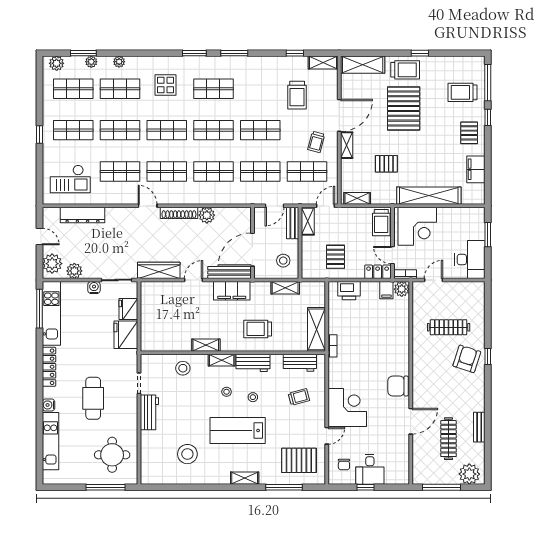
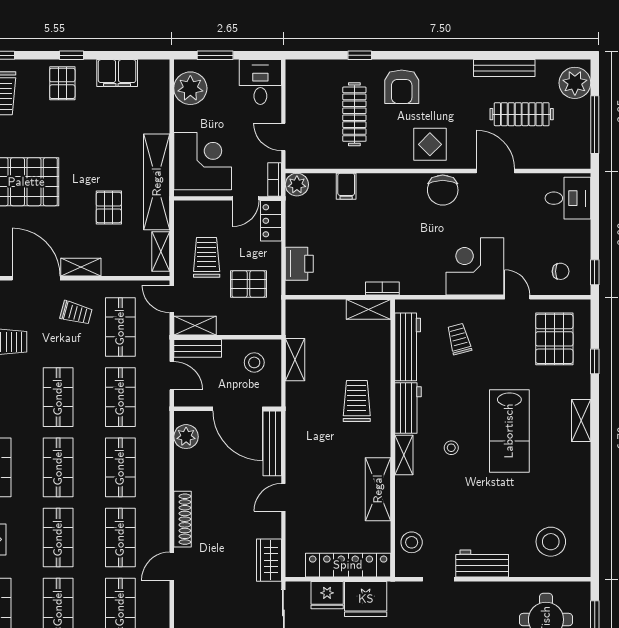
window: (488, 117) -> (72, 55), moved
pallet: (469, 133) -> (62, 83), turned 90
shelving: (429, 196) -> (157, 182), moved
plant: (207, 215) -> (186, 437), moved
plant: (466, 218) -> (190, 88), added
trolley: (381, 223) -> (207, 257), moved, turned -90
desk: (470, 259) -> (260, 82), width x0.73
wardrobe: (159, 270) -> (269, 560), width x0.67
door: (193, 280) -> (283, 497), hinge flipped
filing cabinet: (386, 290) -> (346, 186), moved, turned 90
filing cabinet: (232, 291) -> (300, 440), removed
locker: (148, 323) -> (348, 565), added
trolley: (258, 329) -> (357, 401), turned 180
shelving: (316, 329) -> (369, 309), width x0.67, depth x0.75
shelving: (206, 345) -> (378, 489), width x1.50, depth x1.33
window: (488, 356) -> (360, 55), moved
armchair: (467, 359) -> (402, 87), turned -108
workbench: (300, 363) -> (408, 347), width x1.38
stool: (183, 368) -> (412, 542), moved
display table: (429, 378) -> (430, 144), added
stool: (253, 397) -> (459, 408), removed
bench: (479, 427) -> (504, 68), width x1.36
stool: (187, 454) -> (551, 542), moved
desk: (370, 469) -> (568, 198), moved
window: (284, 487) -> (595, 361), width x0.46
window: (365, 487) -> (595, 272), moved

